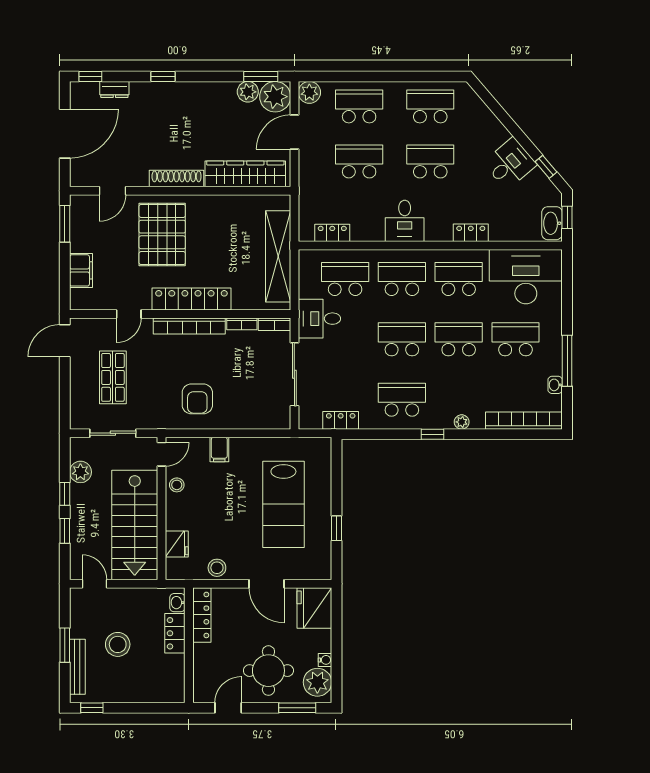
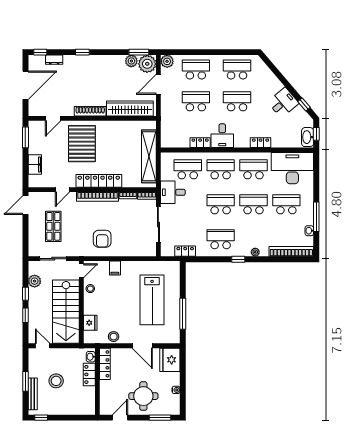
locker: (332, 233) -> (200, 143), moved
window: (336, 528) -> (183, 314), width x2.17
plant: (317, 682) -> (172, 403), removed

